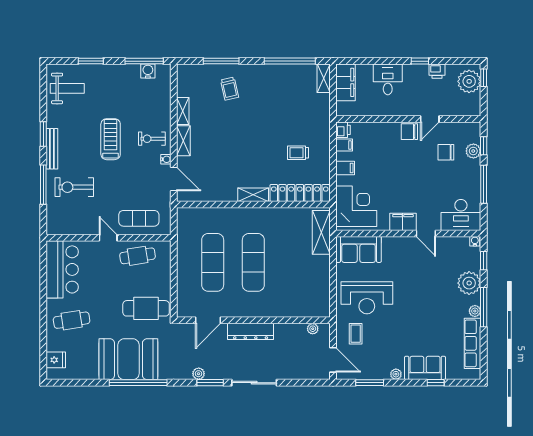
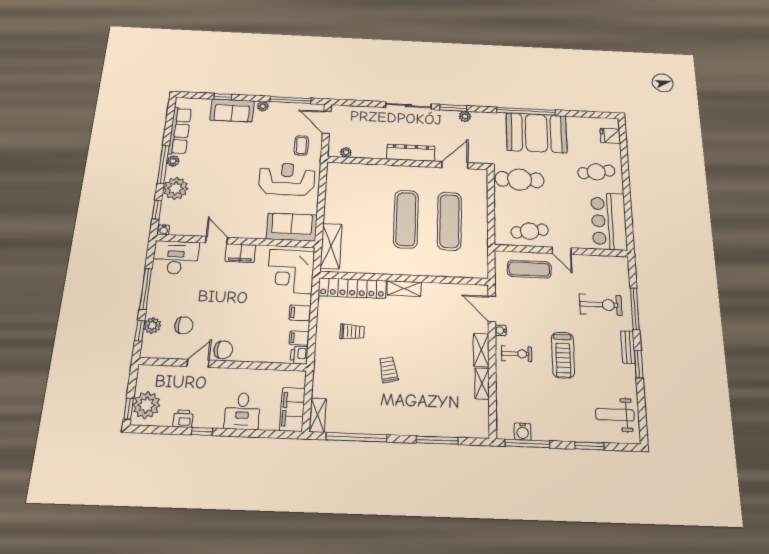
trolley: (230, 89) -> (388, 370), moved
bench: (52, 149) -> (628, 347), width x0.73
window: (370, 383) -> (291, 100), width x1.44

